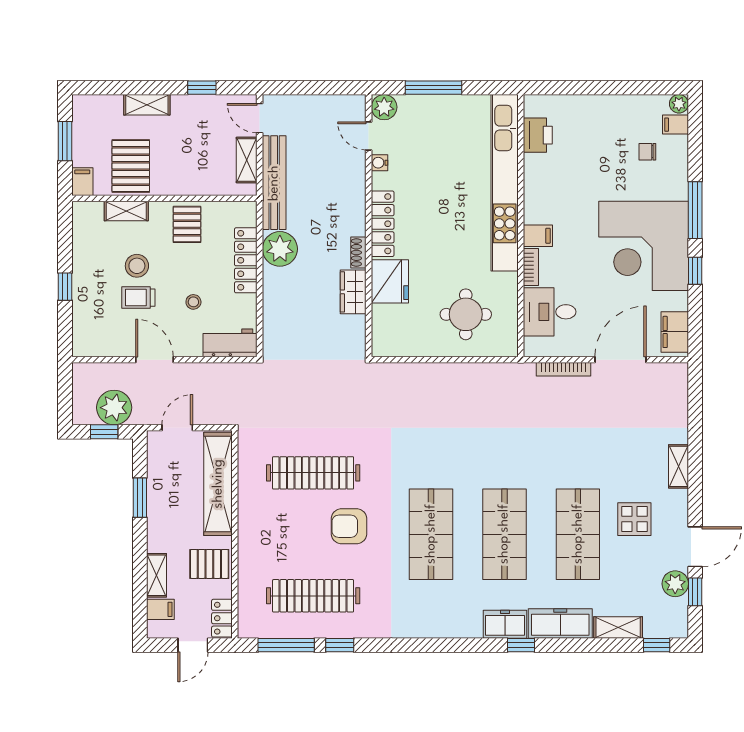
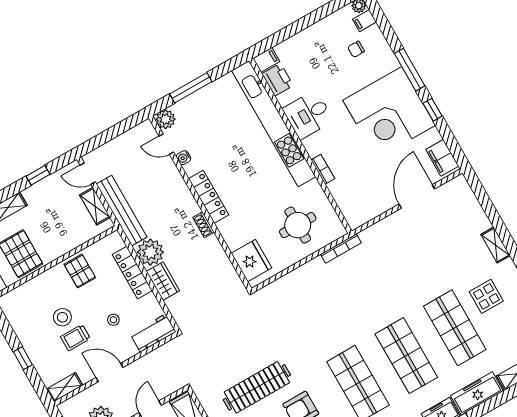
shelving: (126, 211) -> (65, 387), moved
filing cabinet: (538, 236) -> (266, 60), moved
fridge: (390, 281) -> (252, 261), moved
wardrobe: (353, 292) -> (163, 281), moved, turned 180
desk: (550, 312) -> (308, 115), moved
bookcase: (564, 369) -> (341, 248), moved

